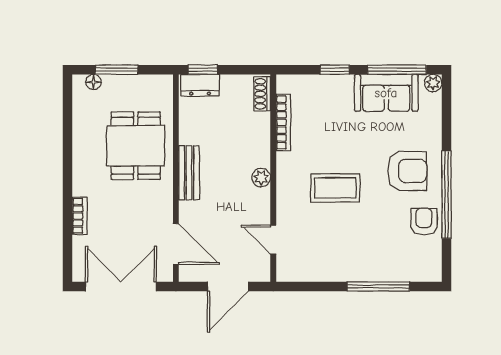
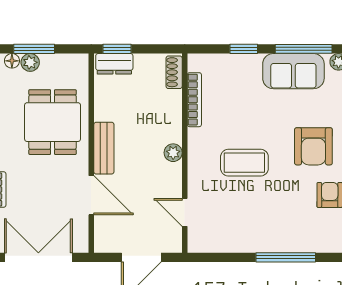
plant: (112, 84) -> (30, 62), added
armchair: (407, 171) -> (313, 146), turned 90
door: (176, 244) -> (91, 195), moved

